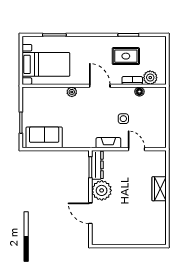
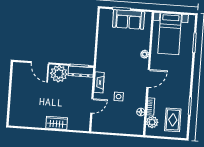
rug: (126, 56) -> (173, 120), moved
sofa: (44, 137) -> (129, 19), moved, turned 90
door: (90, 213) -> (40, 63), swing flipped

